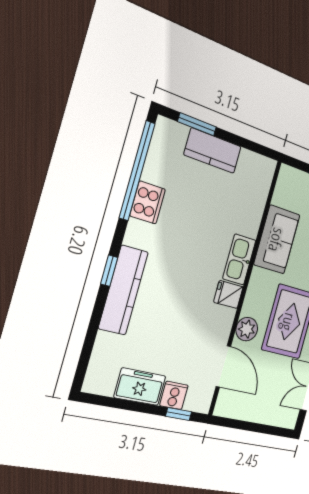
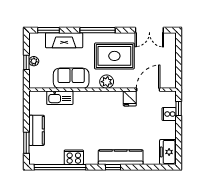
kitchen sink: (239, 259) -> (60, 98), moved
fridge: (228, 294) -> (130, 99), moved
plant: (247, 329) -> (107, 82), moved
freezer: (140, 387) -> (168, 152), moved

